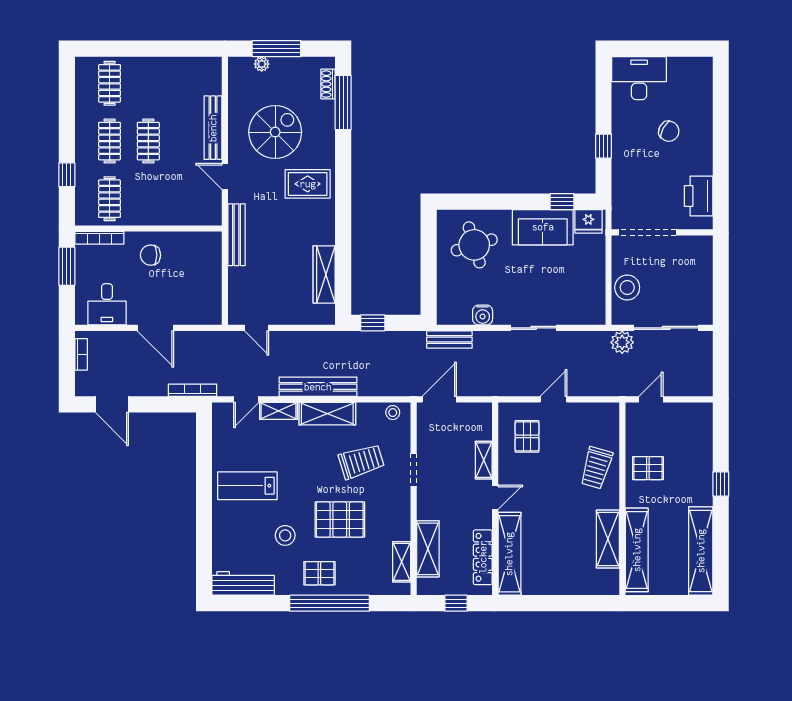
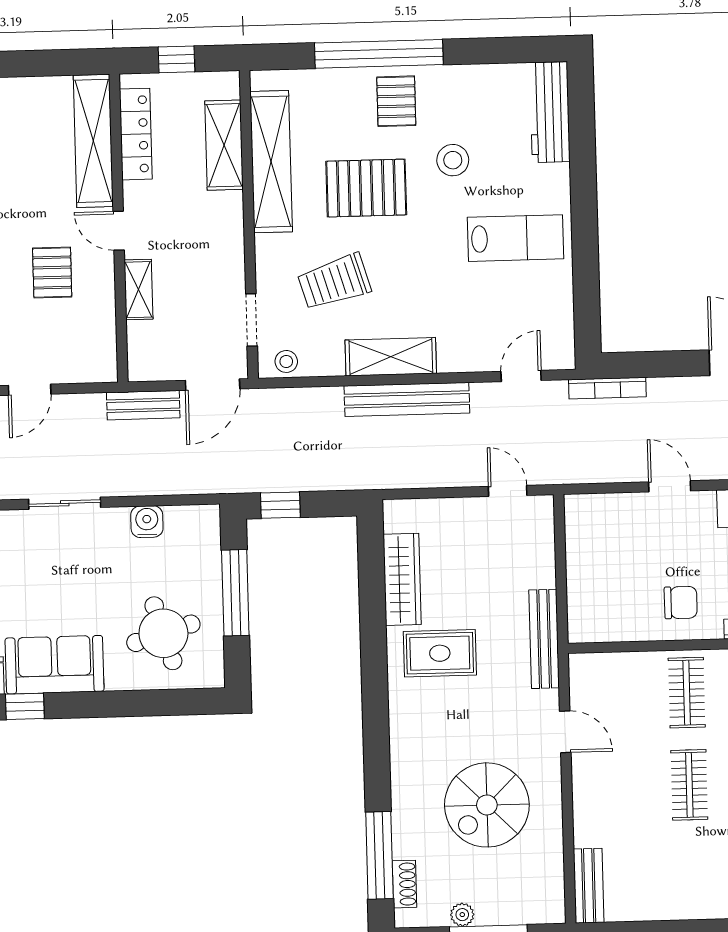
plant: (262, 64) -> (462, 915), moved
bench: (213, 128) -> (589, 886), moved, width x0.73
rug: (308, 184) -> (440, 653), moved
clothes rail: (148, 199) -> (687, 693), added
window: (429, 269) -> (235, 593), added
window: (373, 323) -> (280, 505), moved
door: (155, 328) -> (670, 486), width x0.73
bench: (449, 340) -> (143, 405), moved
shelving: (279, 411) -> (469, 359), removed
pallet: (527, 436) -> (52, 272), moved
doorway: (414, 470) -> (252, 320), moved
door: (495, 497) -> (119, 231), hinge flipped
shelving: (402, 562) -> (271, 162), width x2.20, depth x1.33
pallet: (319, 573) -> (396, 101), turned 90
workbench: (243, 583) -> (550, 112), moved, turned 90

